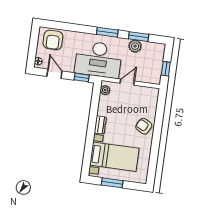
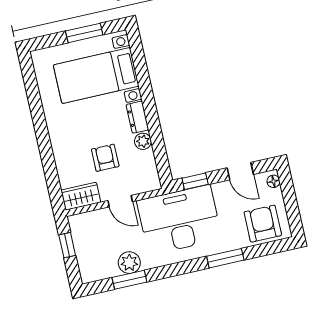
window: (107, 32) -> (225, 258), moved
door: (127, 82) -> (120, 201), hinge flipped
plant: (105, 90) -> (143, 141), moved
wardrobe: (148, 93) -> (81, 196), added
armchair: (144, 126) -> (105, 158), moved, turned -118

